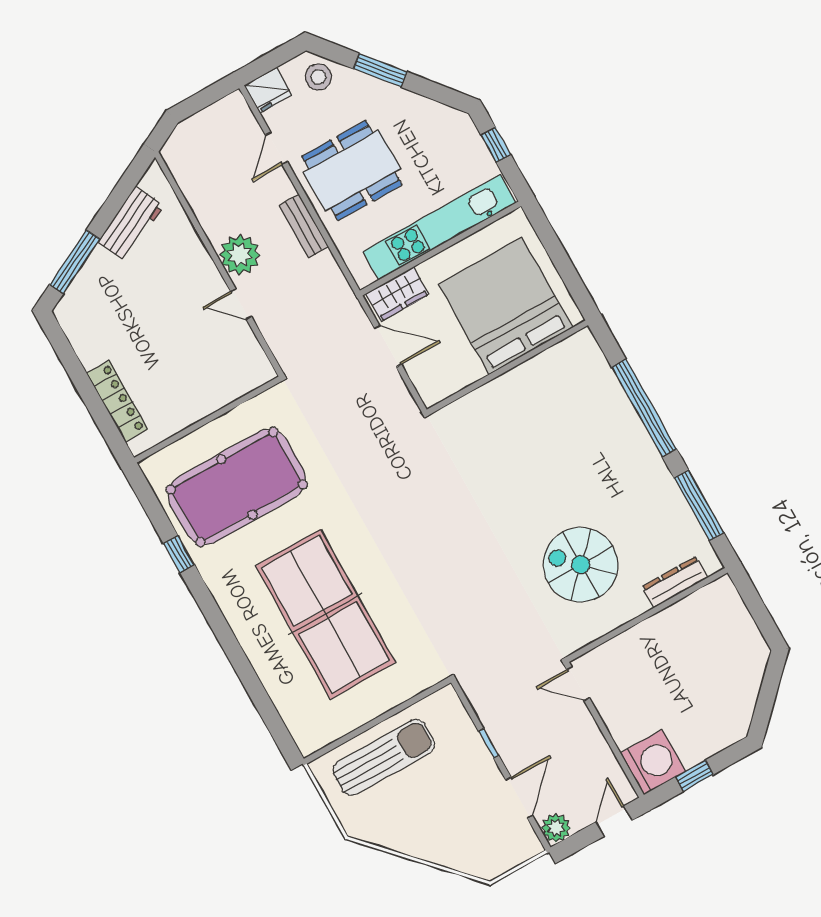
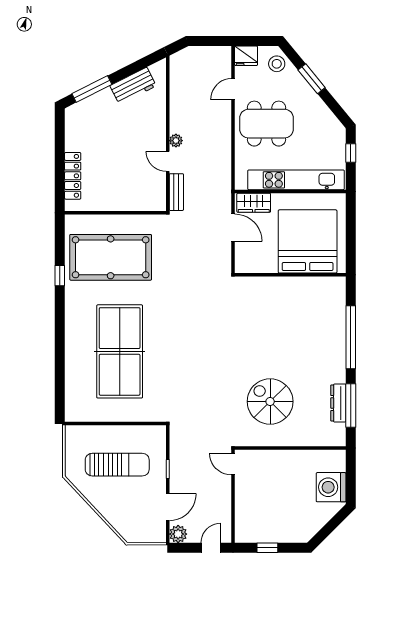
bench: (304, 226) -> (176, 192), moved
plant: (240, 255) -> (176, 141), width x0.53, depth x0.53
dresser: (675, 582) -> (338, 403), moved, turned -90
sun lounger: (384, 757) -> (117, 465), moved
washing machine: (653, 762) -> (331, 487), moved, turned 180

